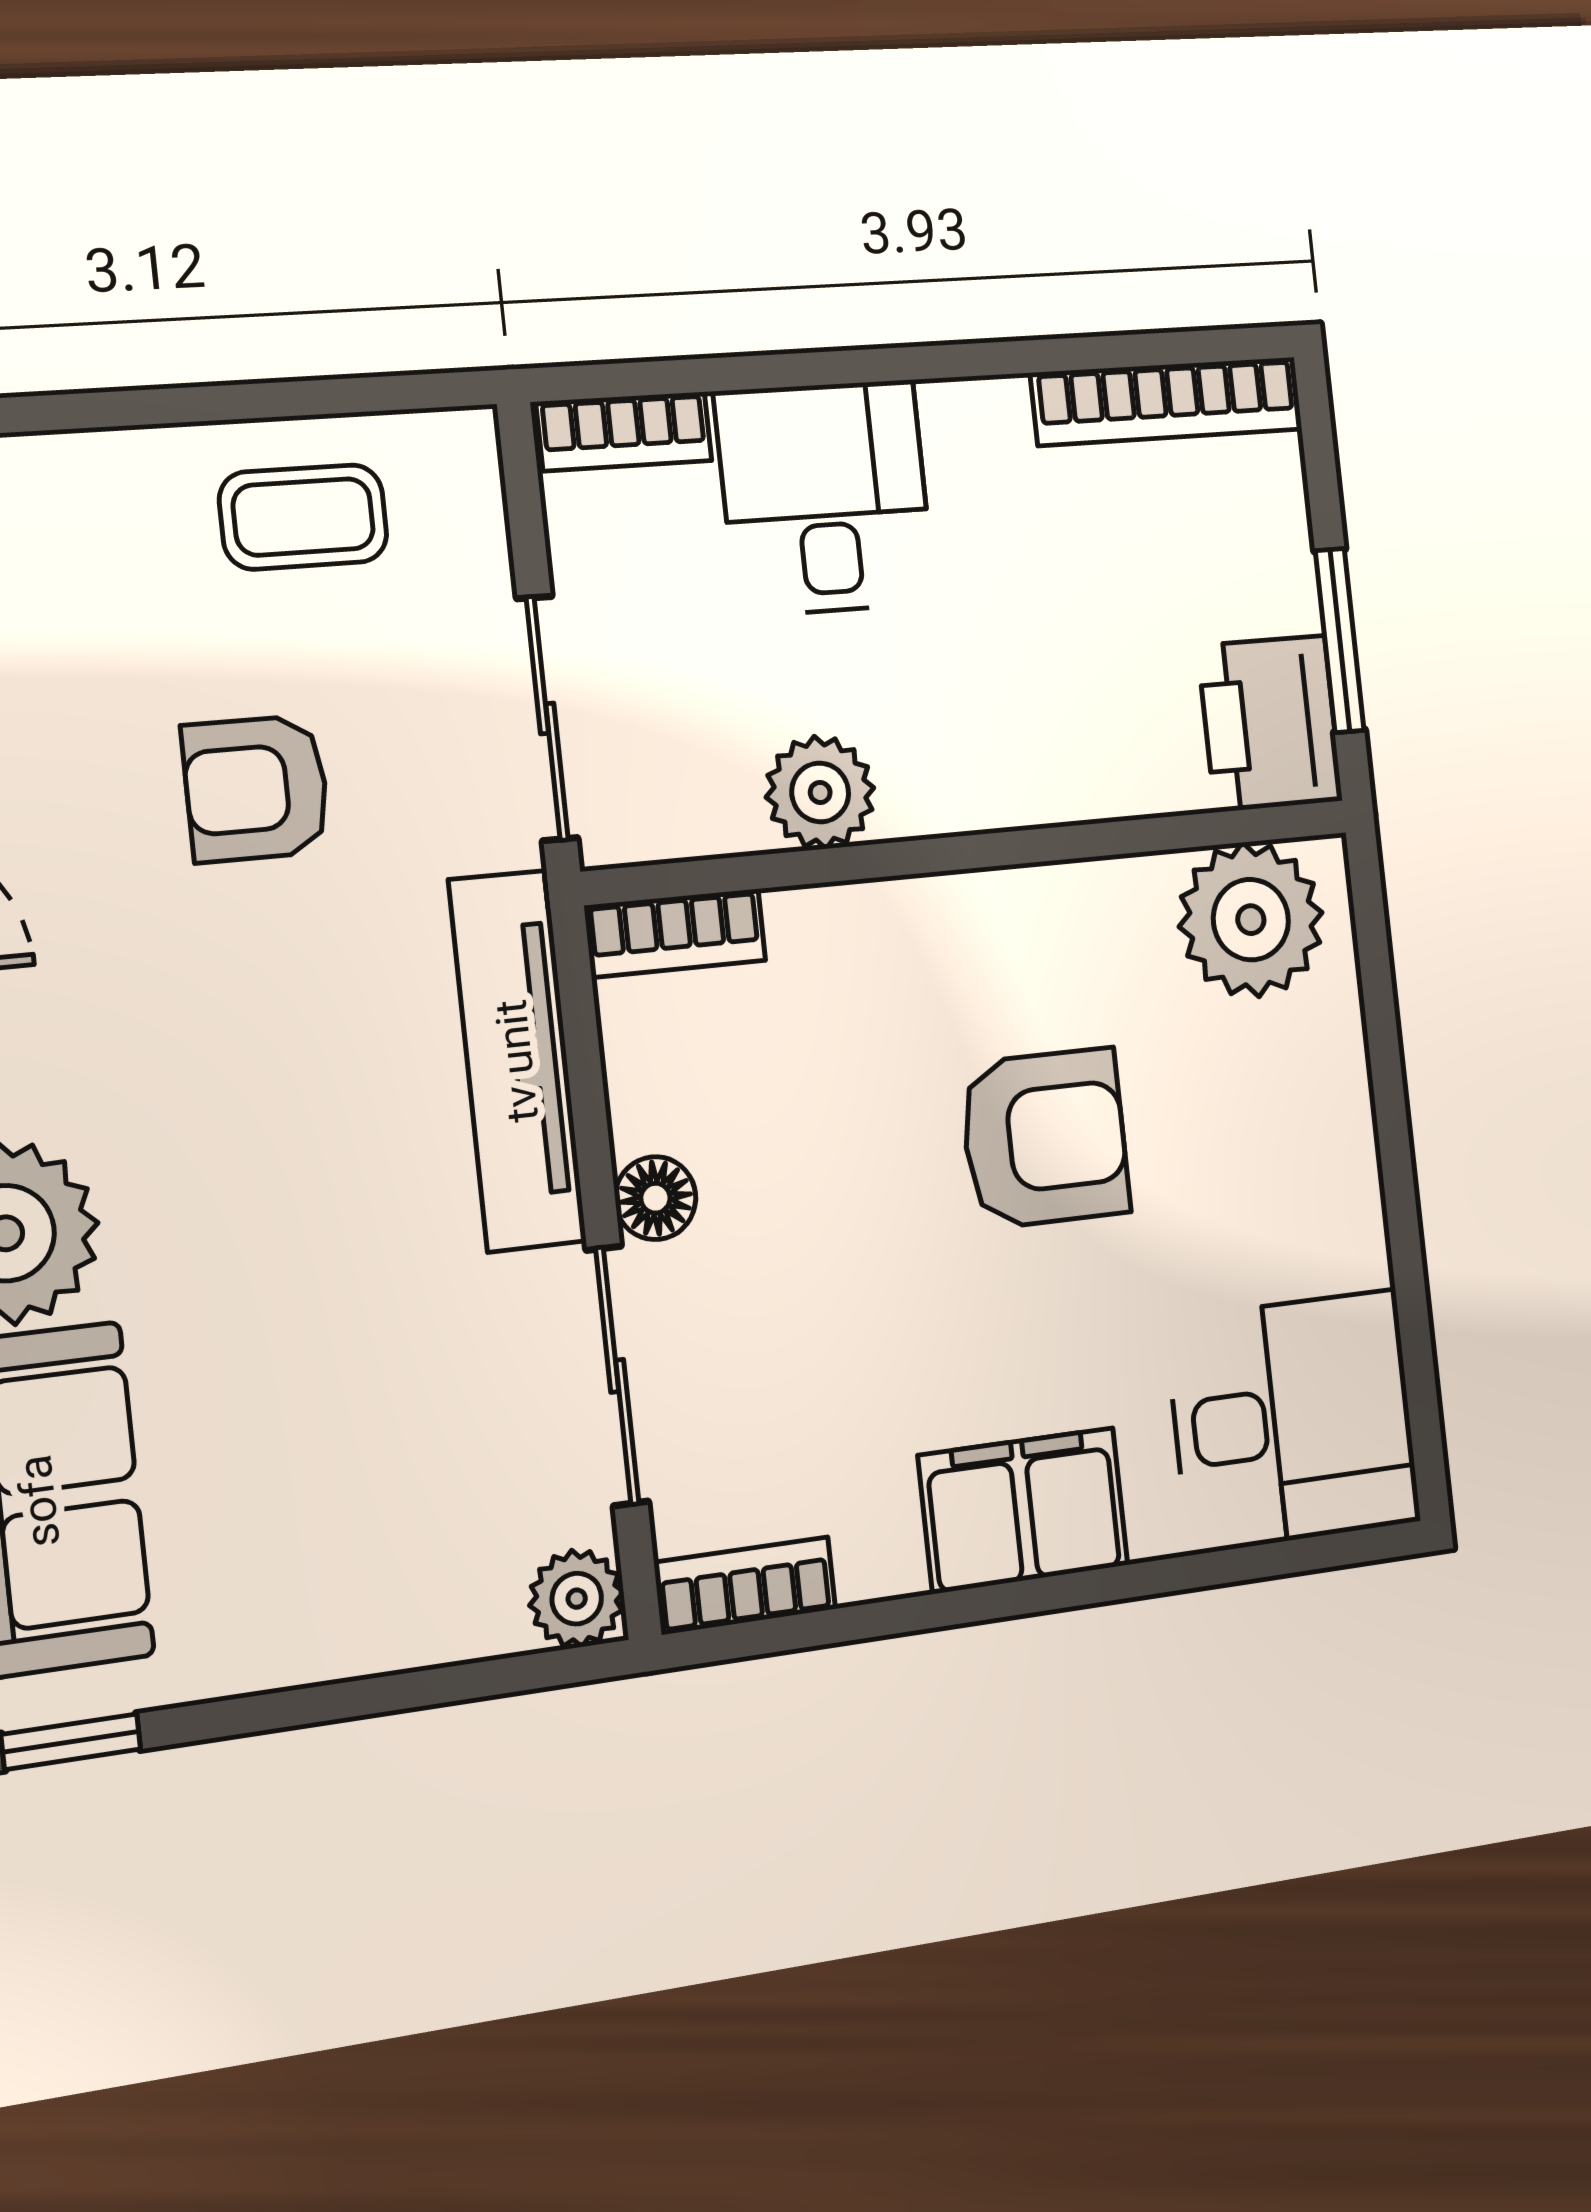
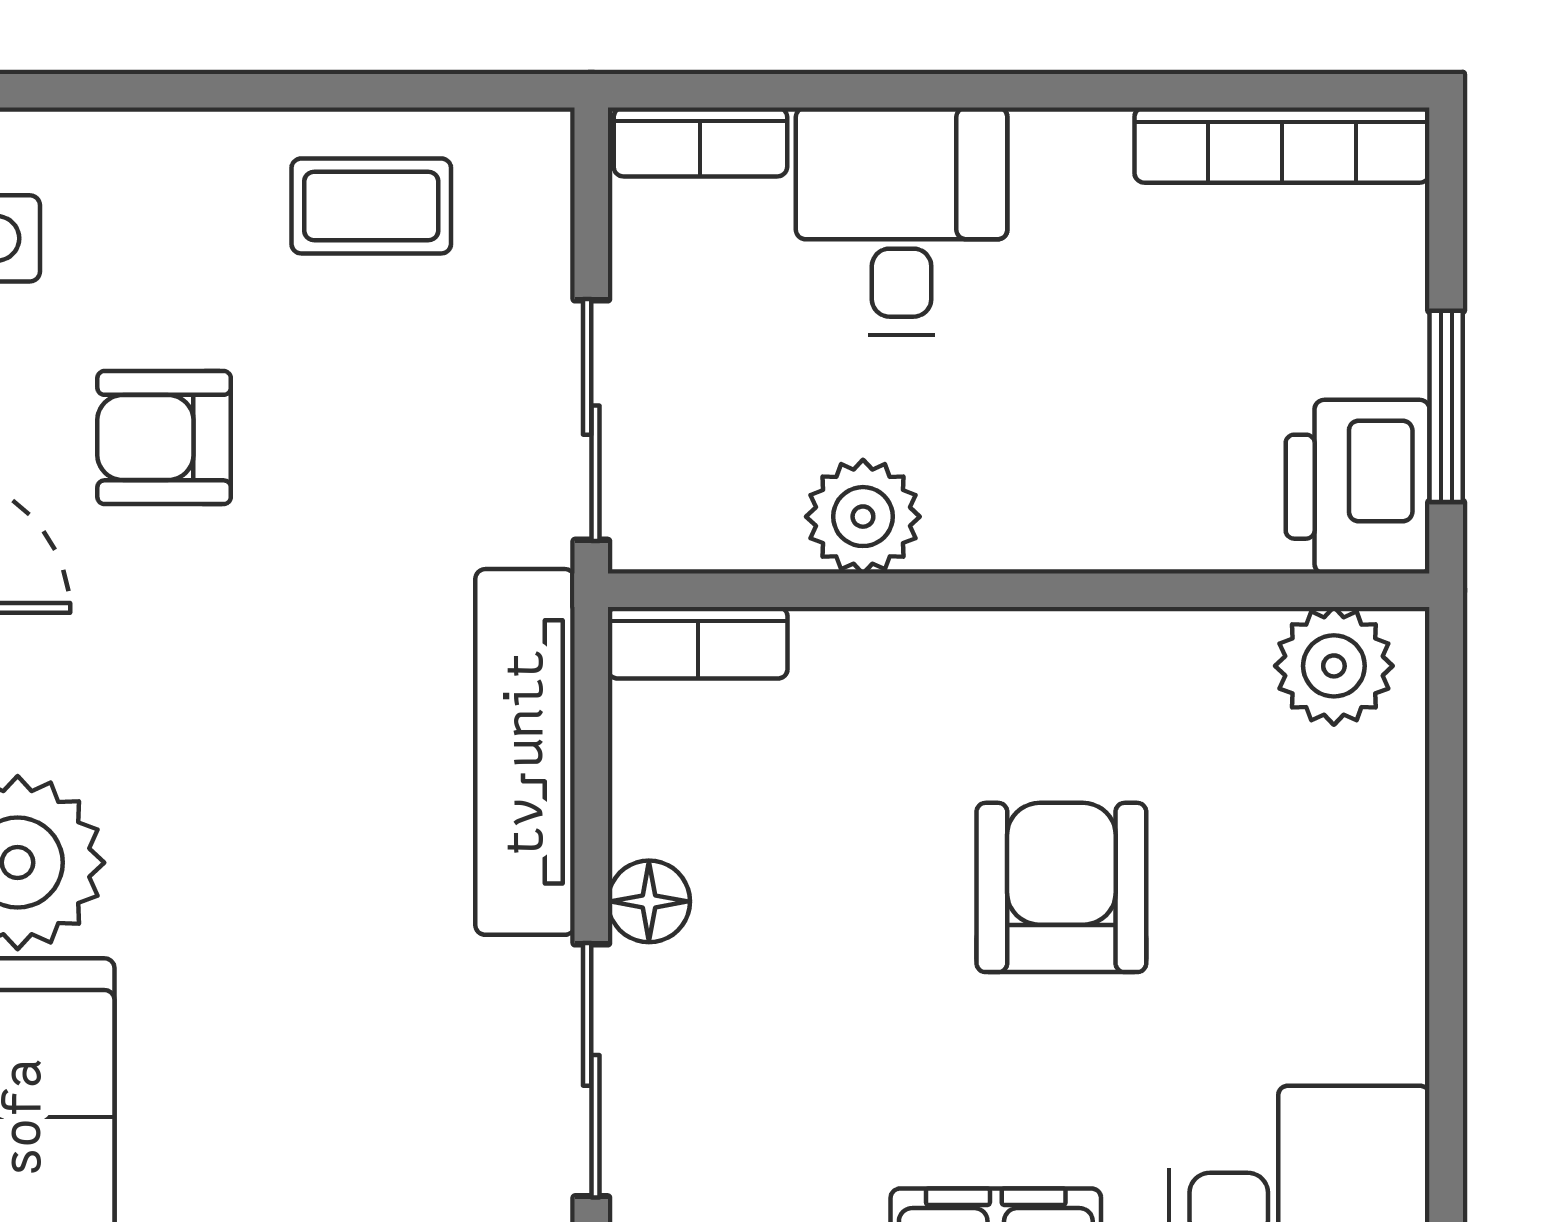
armchair: (256, 789) -> (164, 438), moved
plant: (1251, 920) -> (1334, 666), width x0.73, depth x0.73
armchair: (1045, 1138) -> (1061, 887), turned -90

